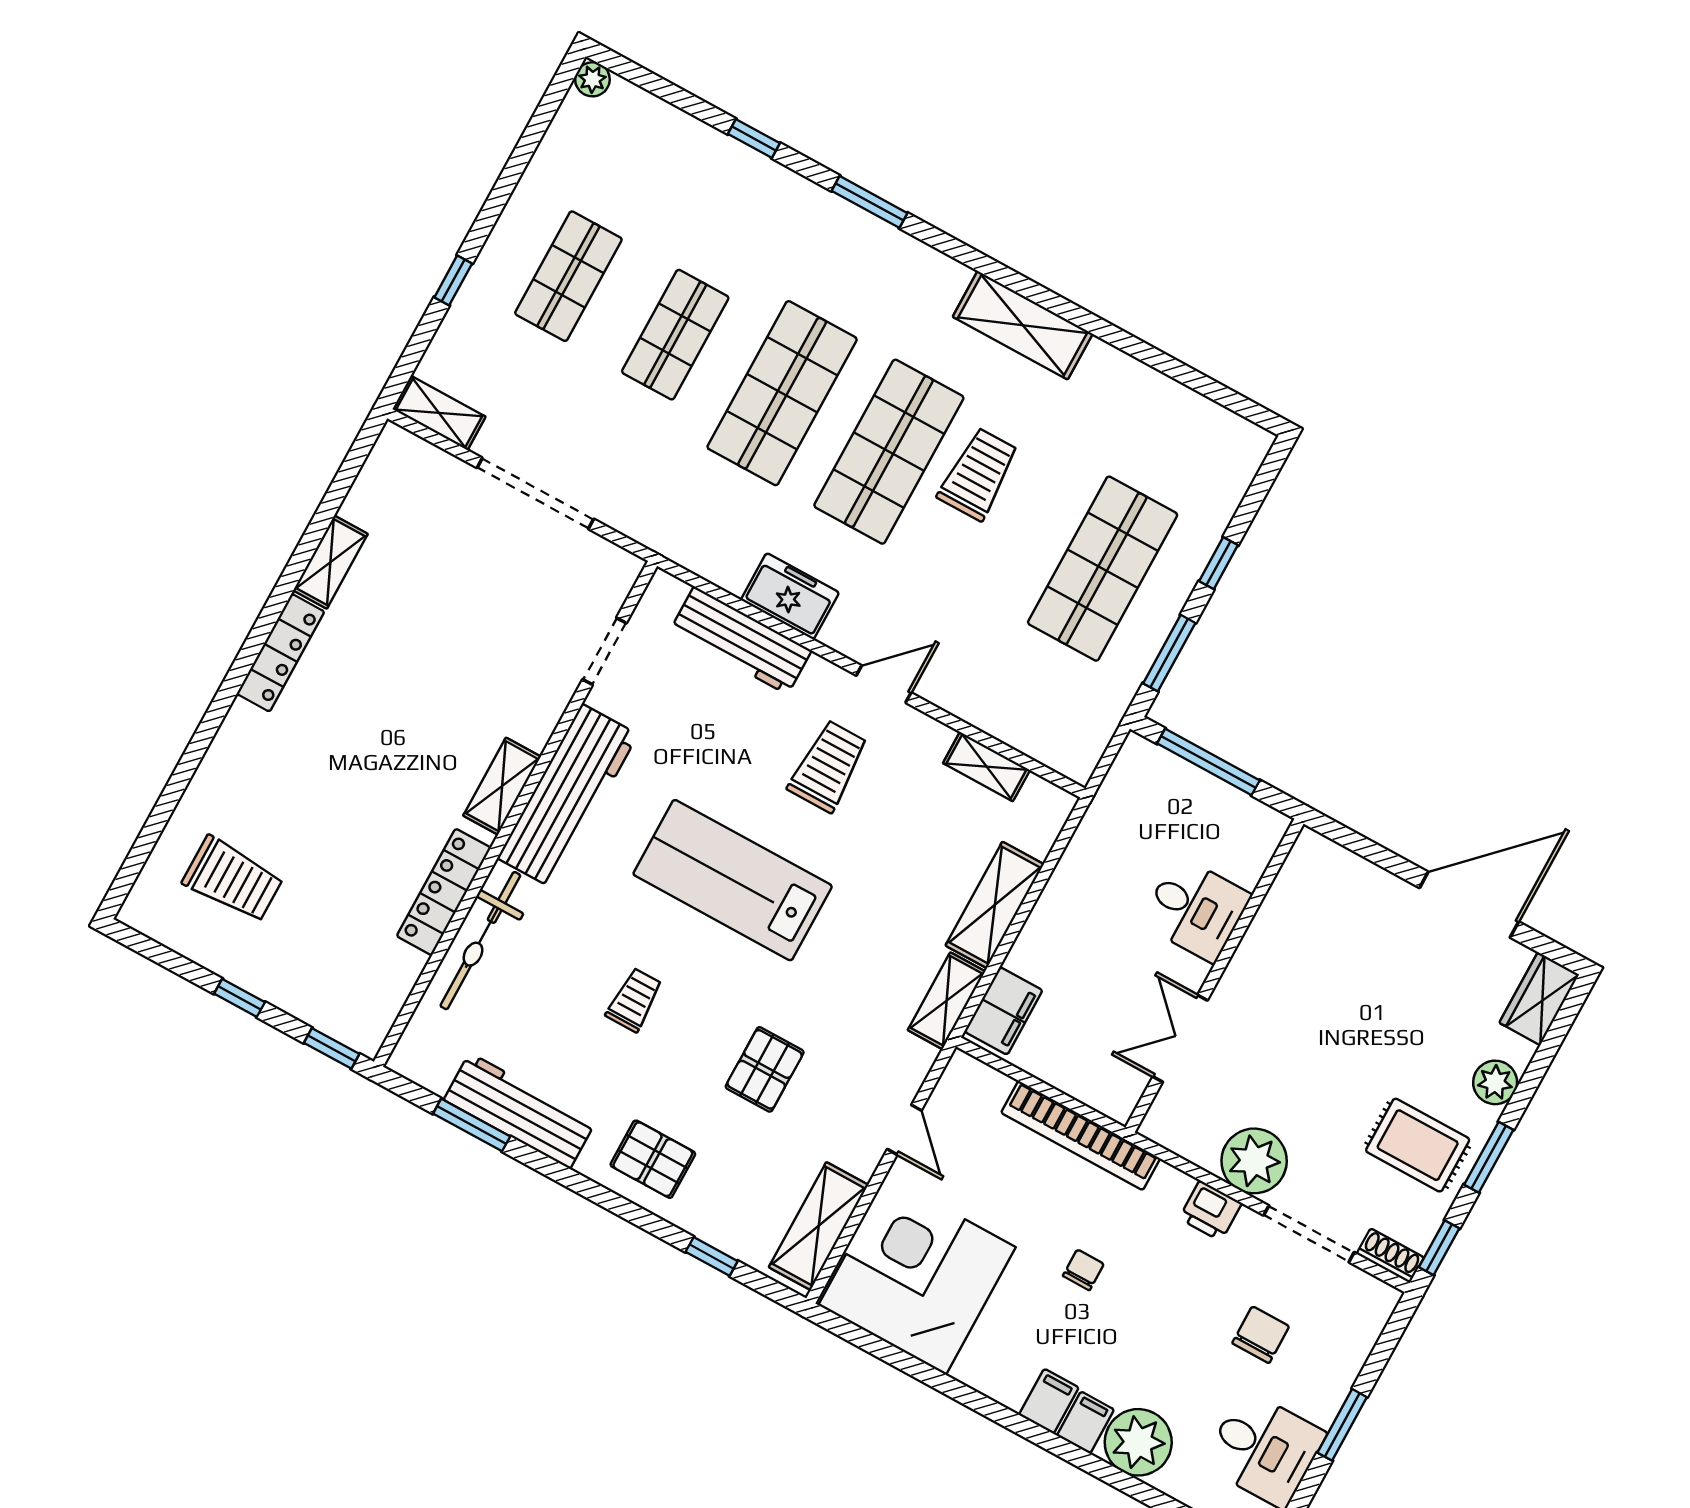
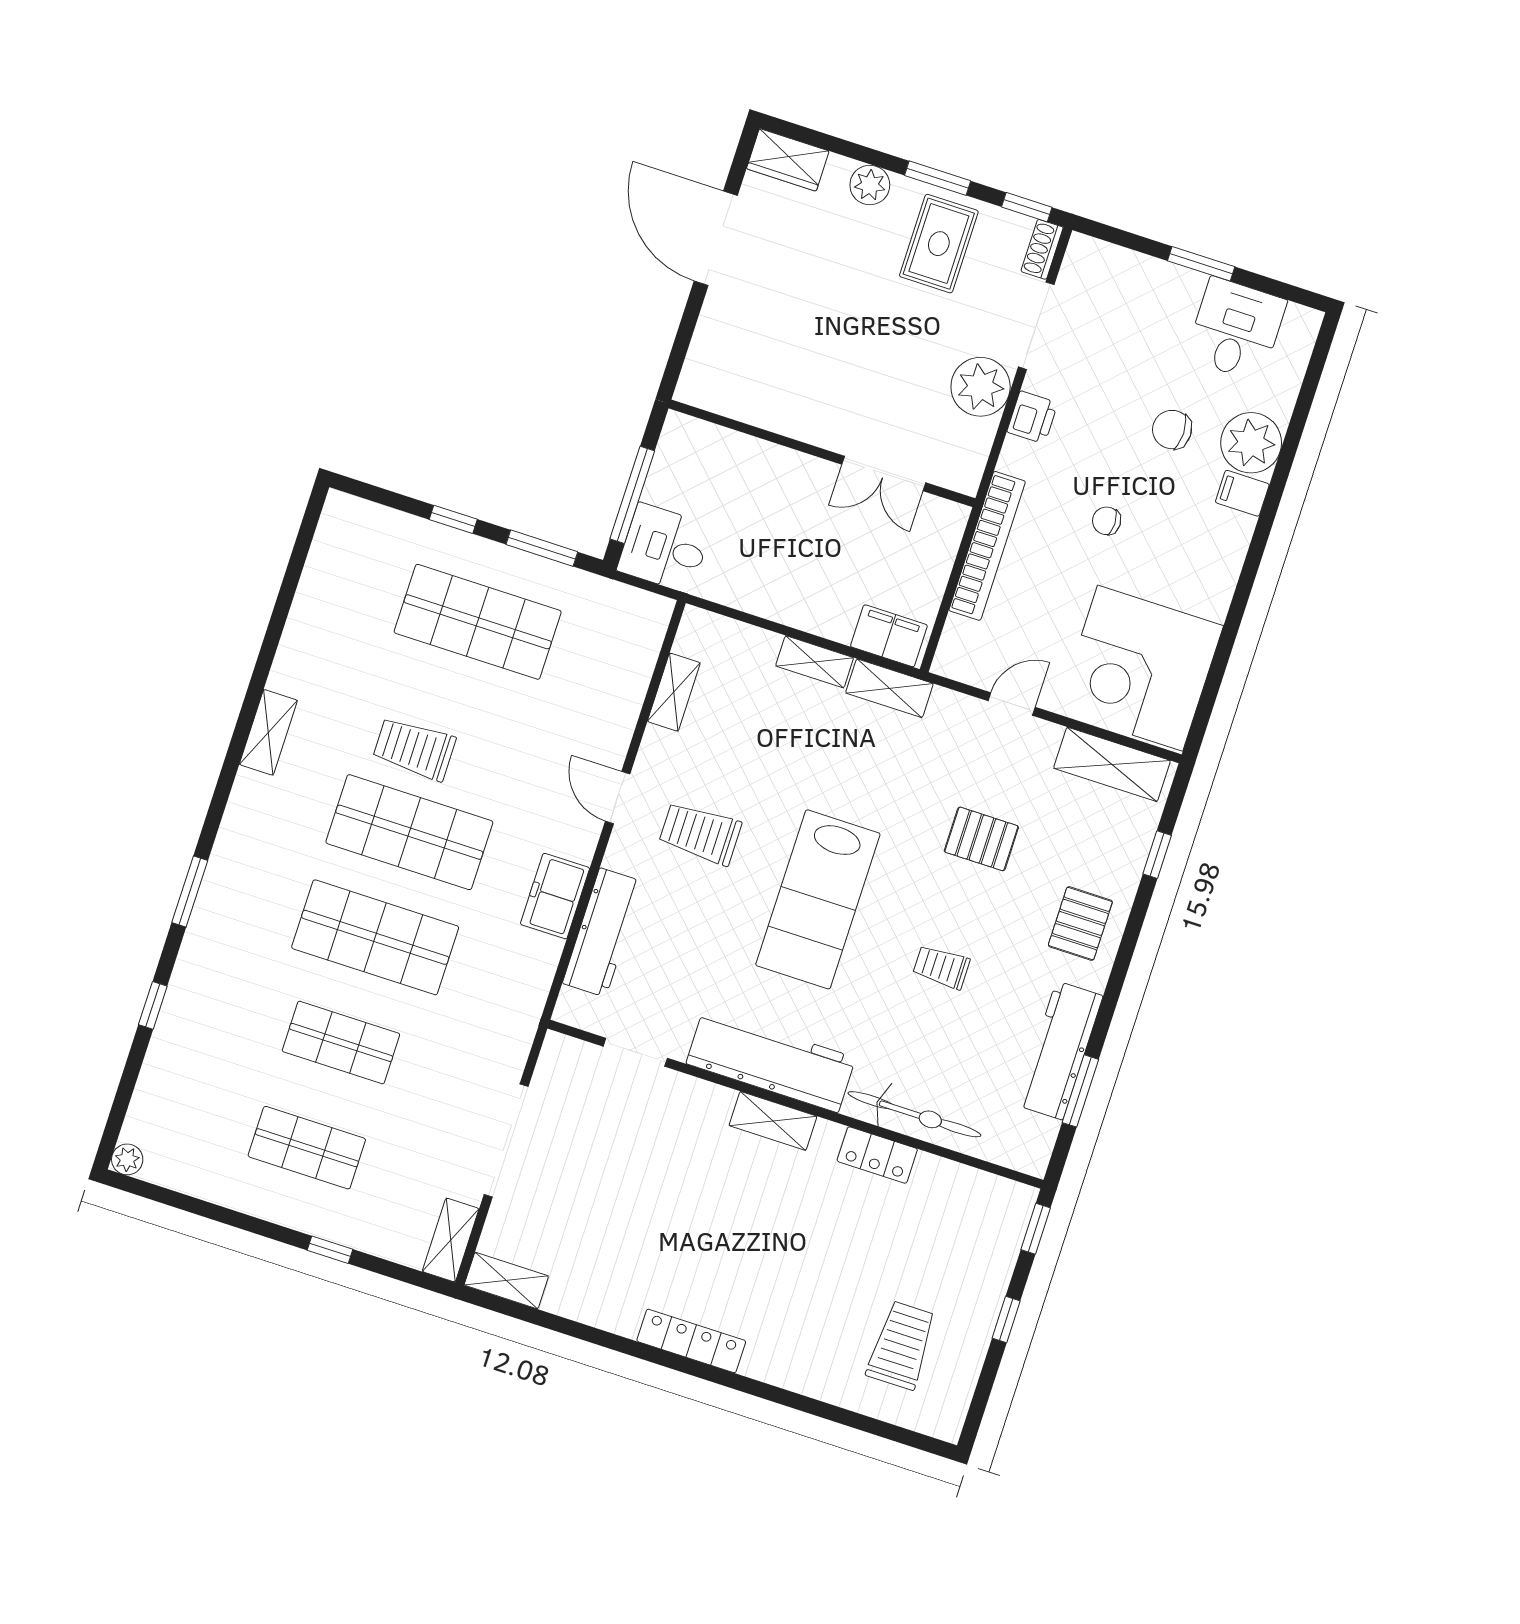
shelving: (1023, 325) -> (268, 732), width x0.67, depth x0.75
shelving: (331, 562) -> (506, 1281), moved
locker: (444, 892) -> (877, 1155), width x0.66
shelving: (995, 905) -> (815, 662), width x0.67, depth x0.75
desk: (1196, 909) -> (665, 548), moved, turned -90
chair: (1261, 1335) -> (1172, 430), moved
filing cabinet: (1049, 1401) -> (1229, 529), removed

